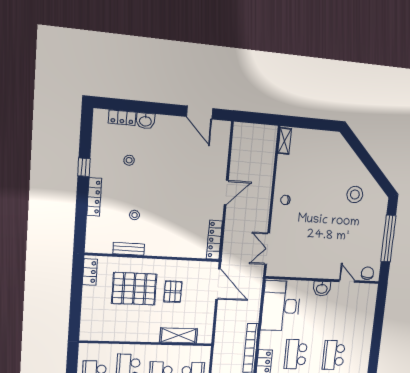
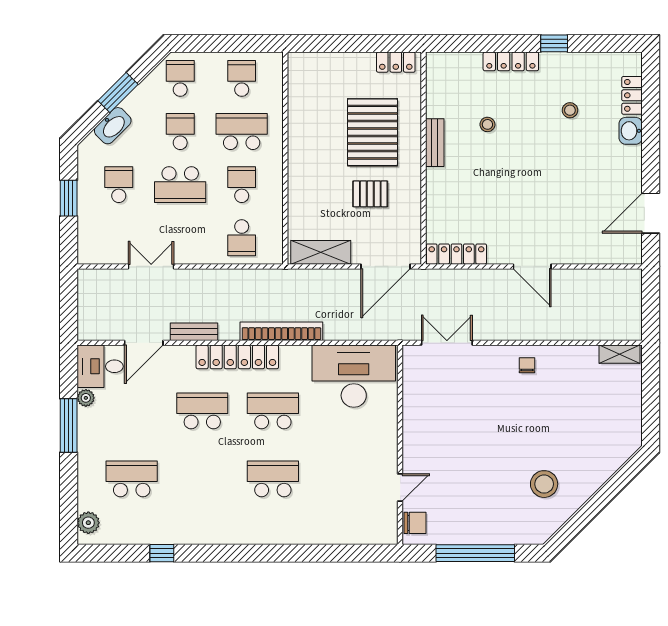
bench: (129, 249) -> (435, 143), moved
washbasin: (322, 288) -> (386, 444), removed
shelving: (179, 336) -> (321, 252), moved, turned 90

